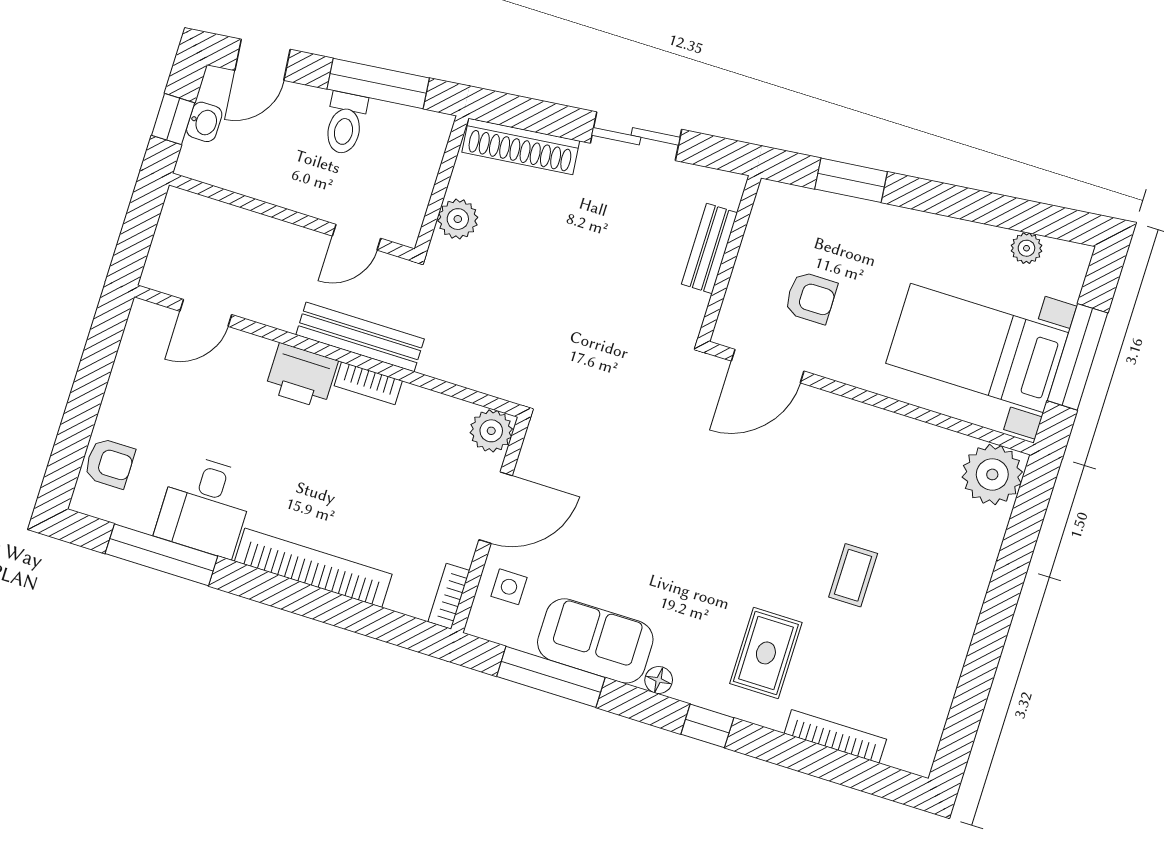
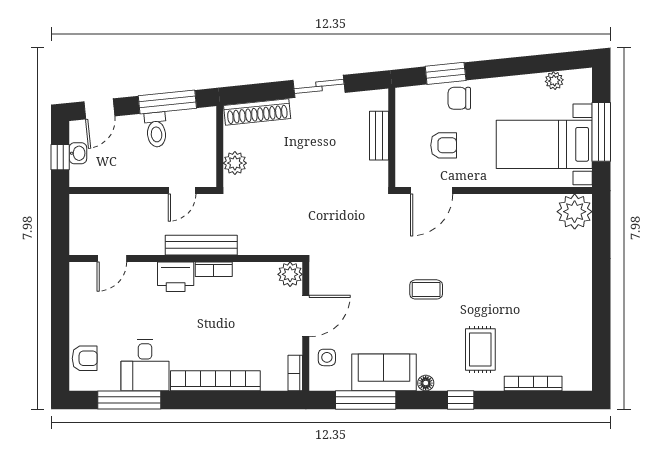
chair: (861, 228) -> (459, 98), added
coffee table: (853, 575) -> (426, 289), moved, turned 90

